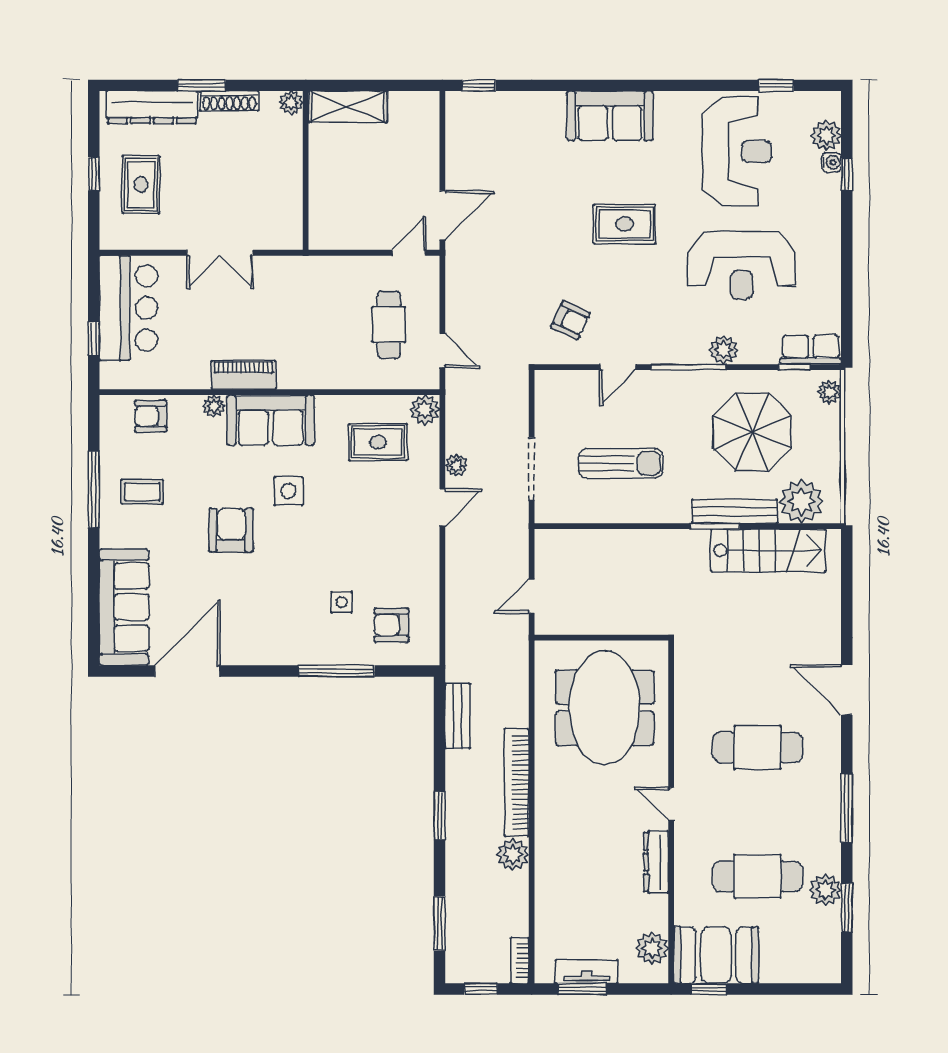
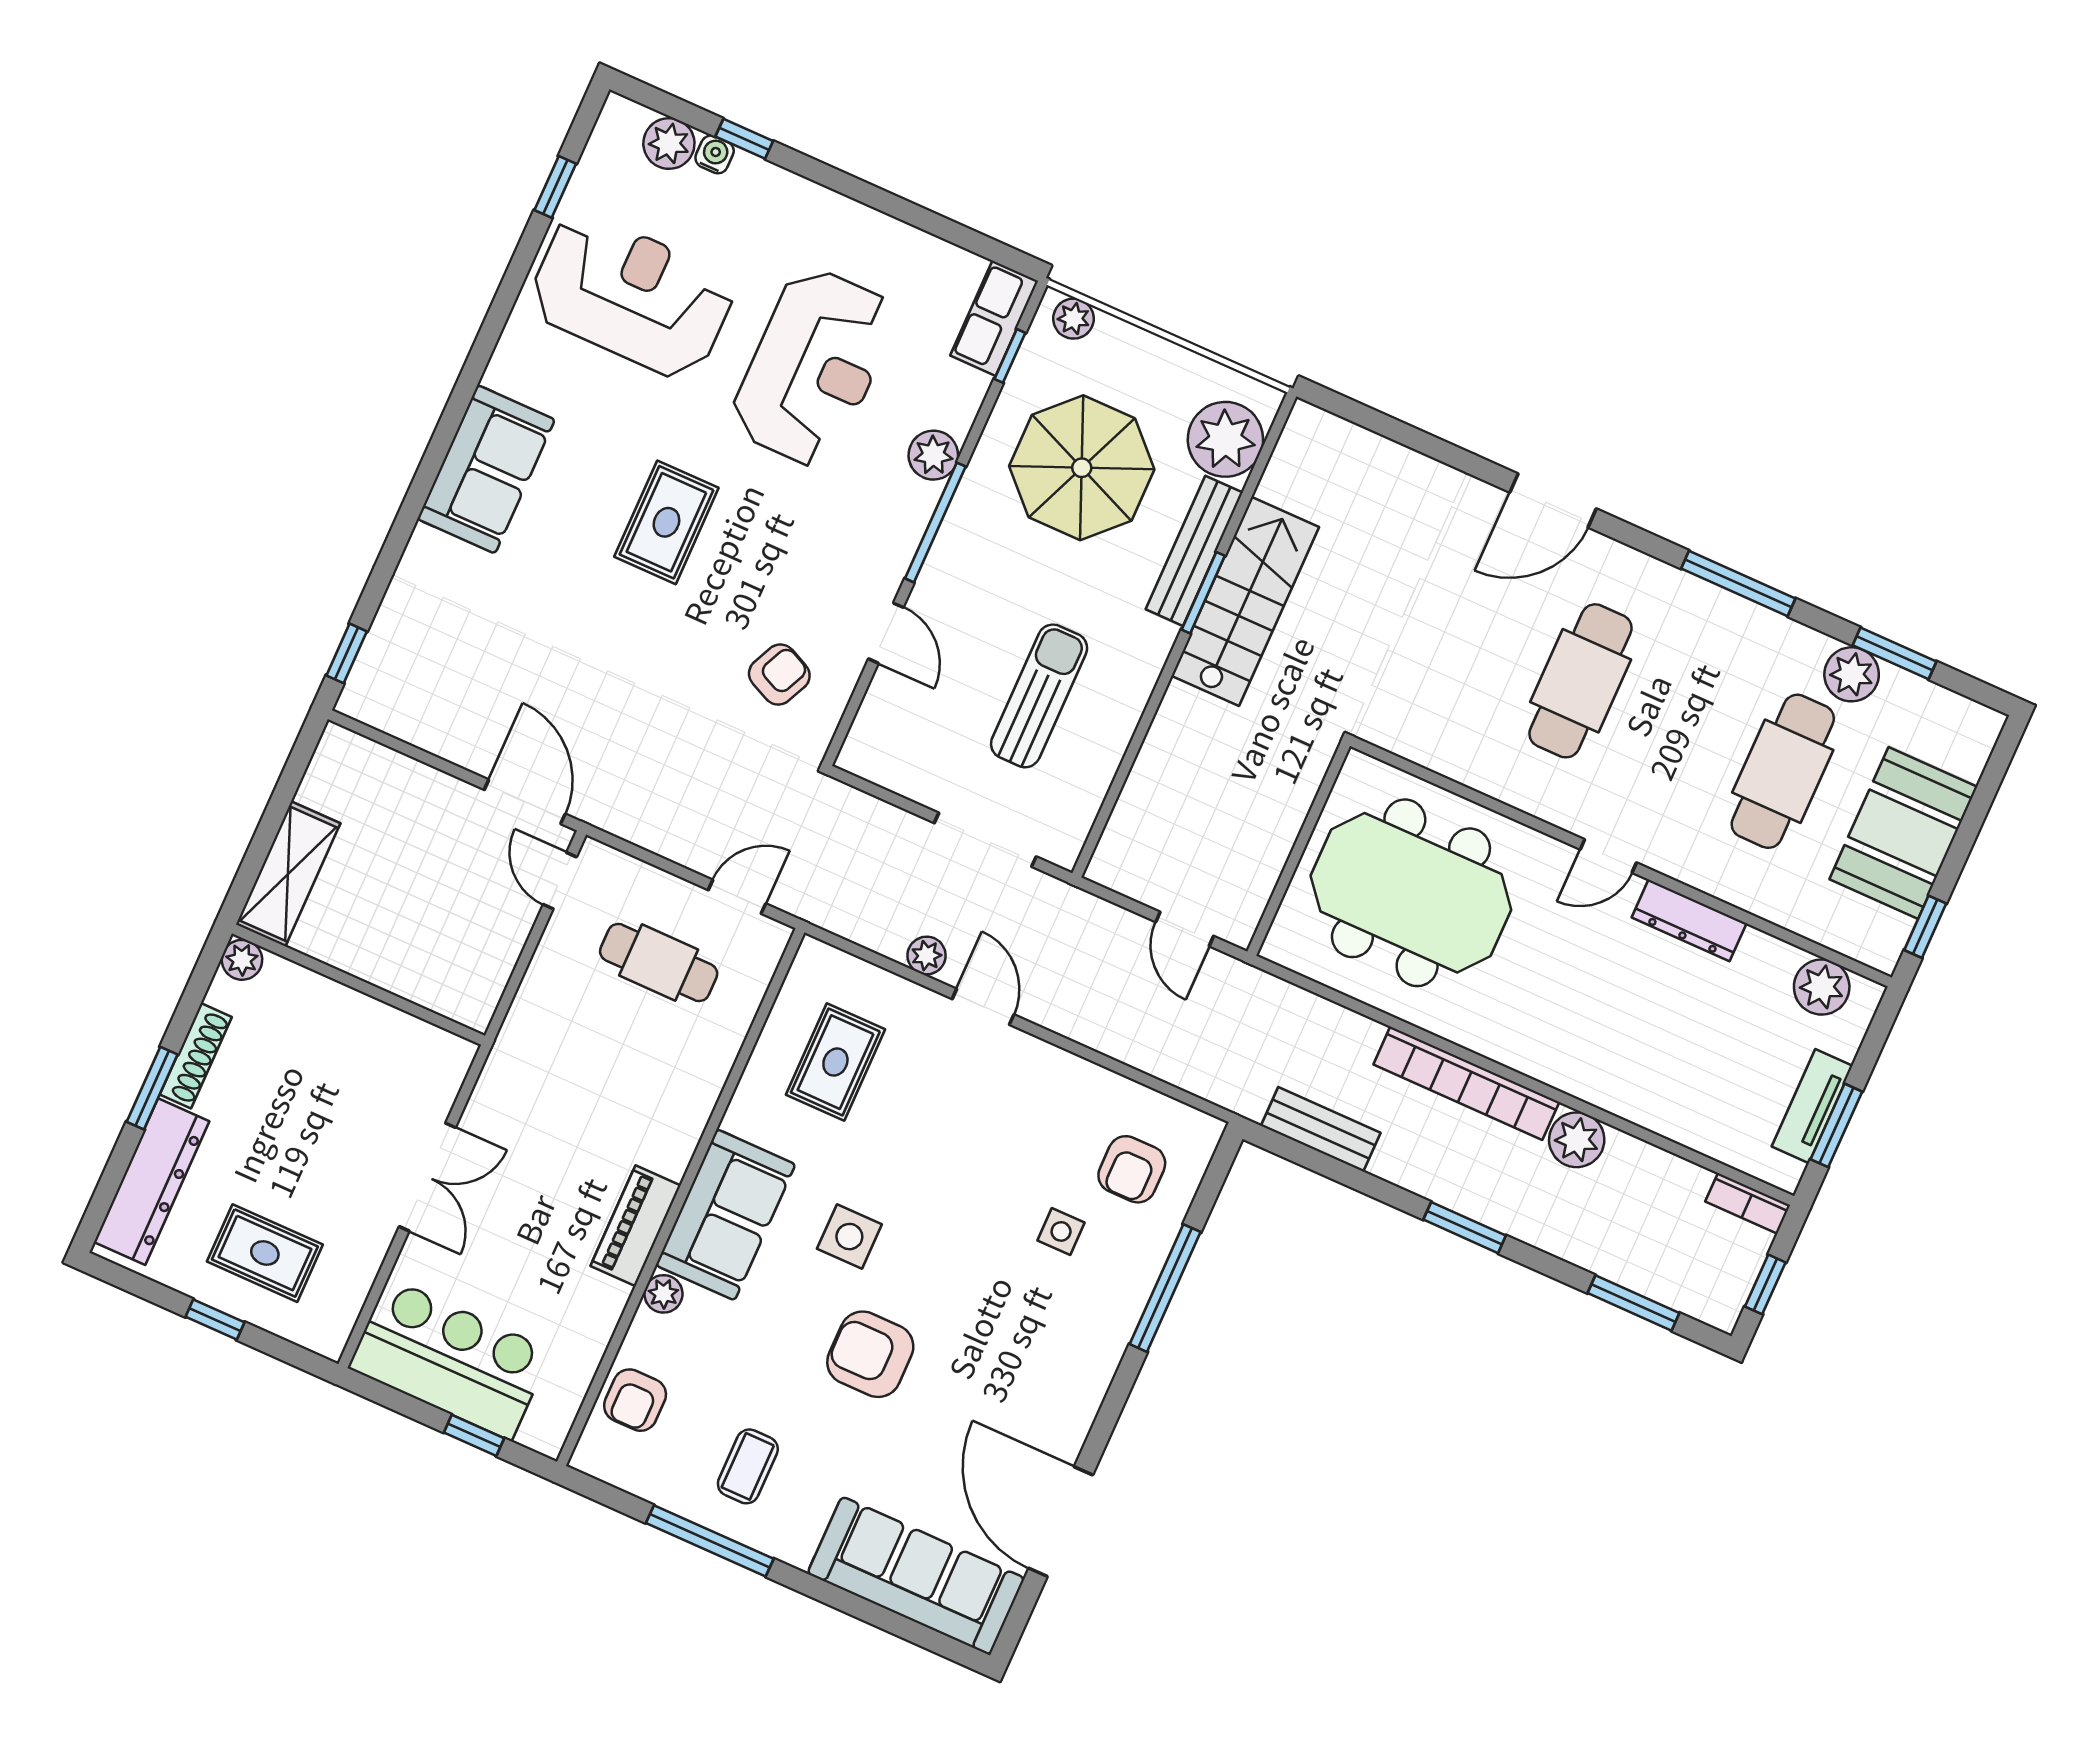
plant: (425, 410) -> (817, 966), removed
stairs: (768, 550) -> (1245, 601), moved
booth: (716, 955) -> (1903, 833), moved

